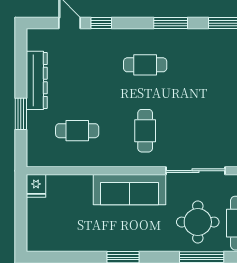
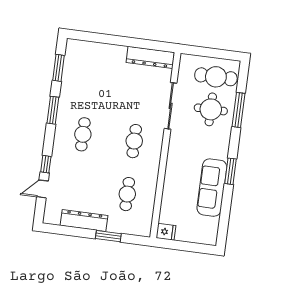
cafe table: (145, 131) -> (134, 141), turned 90
sofa: (129, 190) -> (212, 188), moved, turned 180

